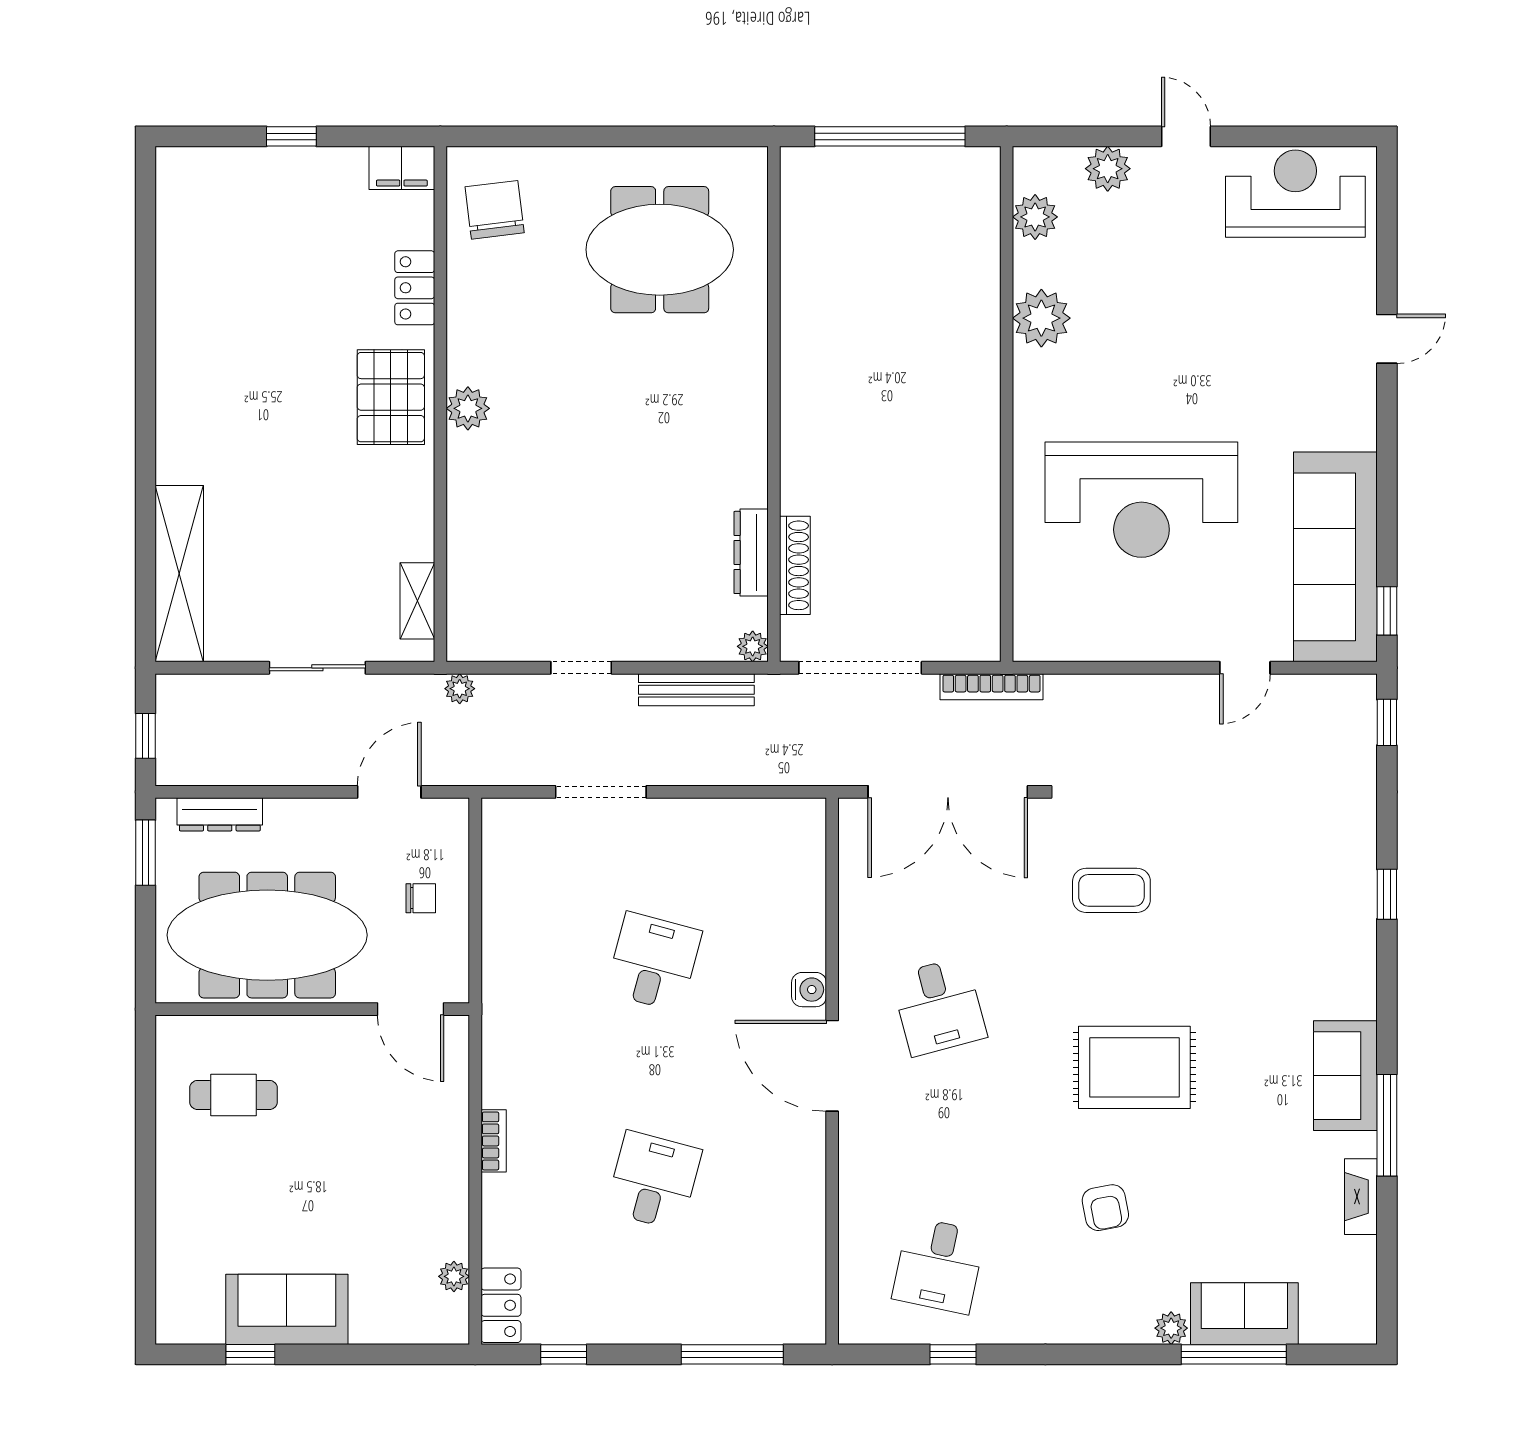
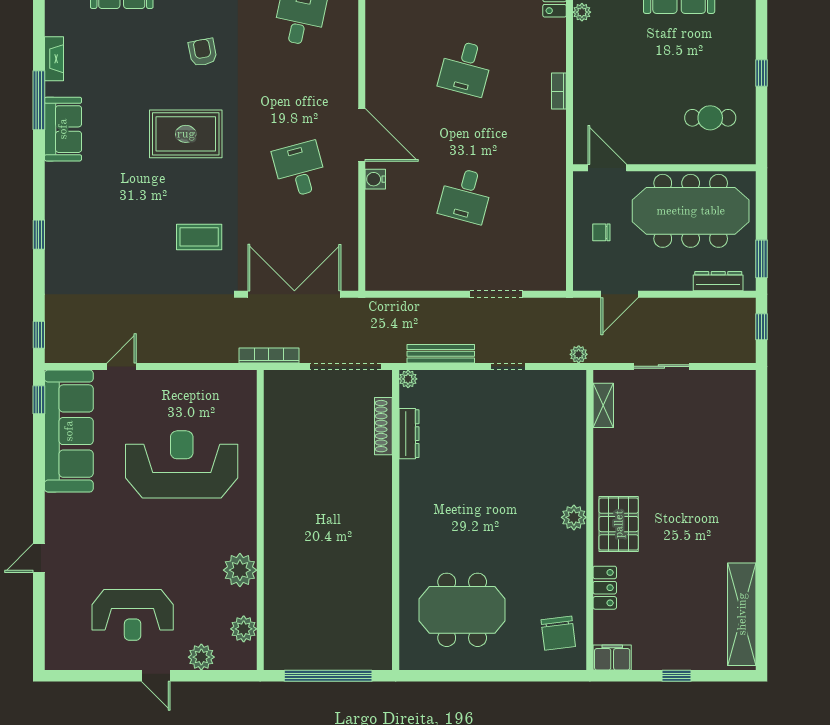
reception desk: (1295, 194) -> (133, 615), moved
shelving: (179, 574) -> (742, 614), moved
window: (146, 1172) -> (761, 73), added

